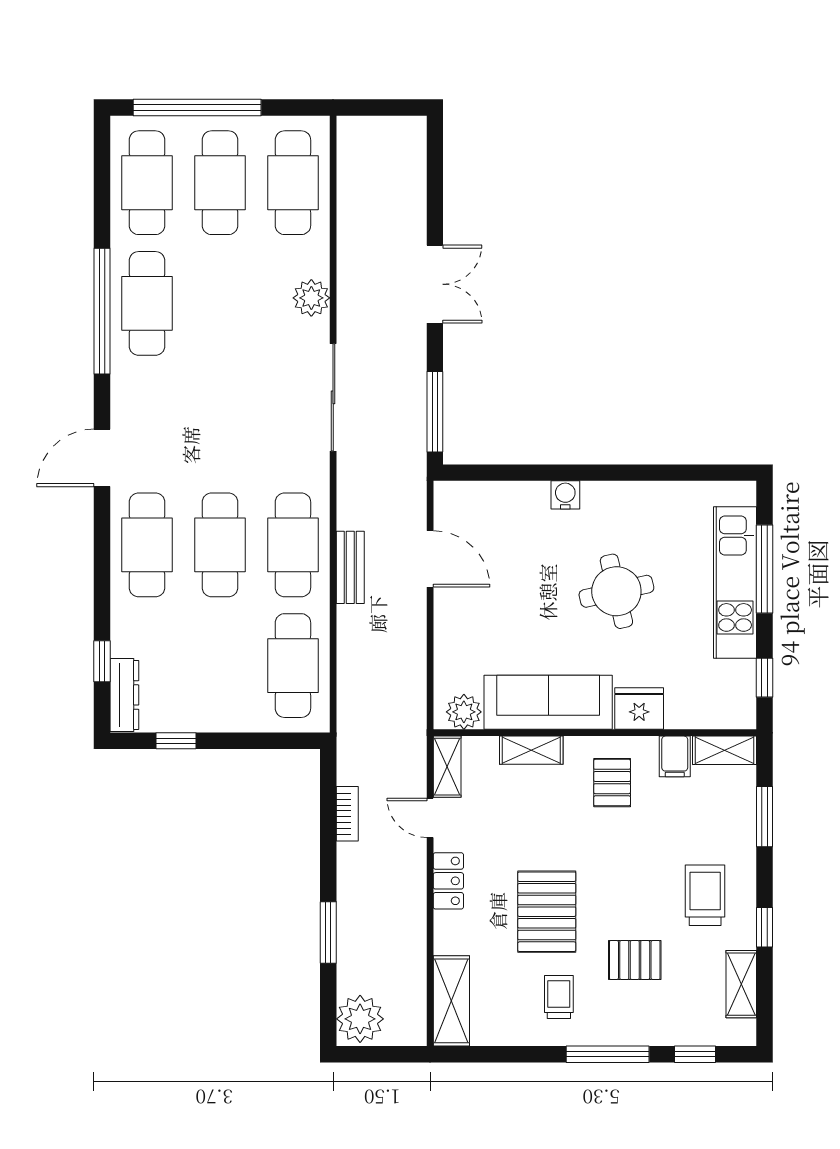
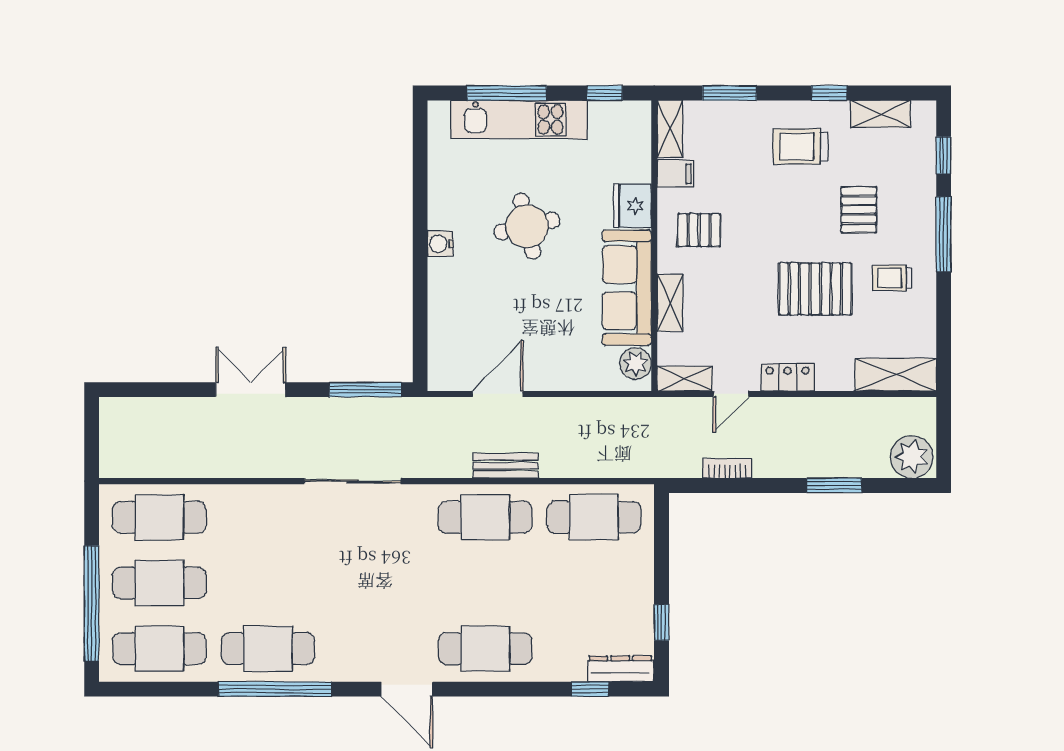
plant: (311, 298) -> (263, 501), removed
water cooler: (565, 495) -> (440, 244), moved
cafe table: (220, 545) -> (485, 583), removed

